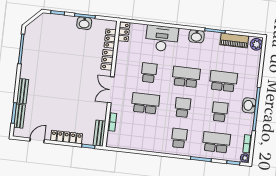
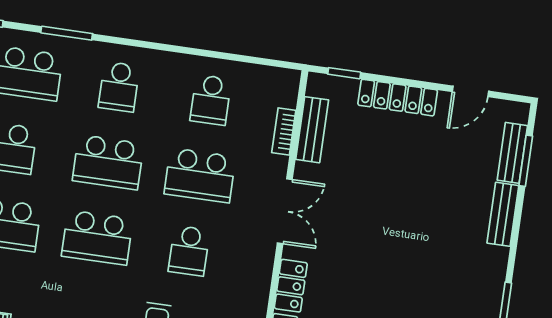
school desk: (183, 108) -> (108, 162), width x1.85
bench: (99, 133) -> (312, 130), moved
school desk: (142, 134) -> (211, 100), added

